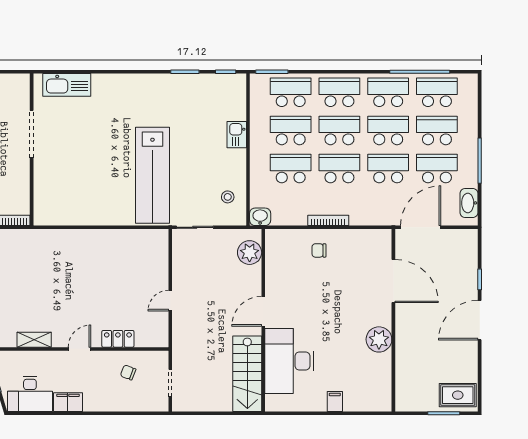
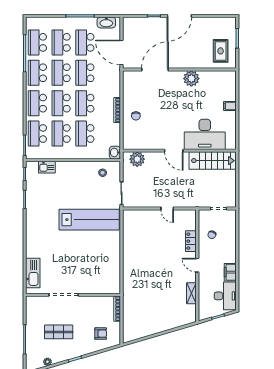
kitchen sink: (237, 135) -> (47, 167), moved
door: (480, 320) -> (179, 16), hinge flipped
rug: (458, 395) -> (221, 51), moved

